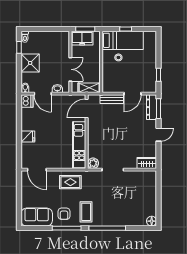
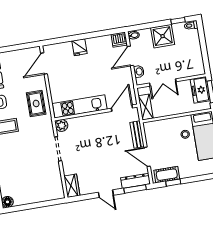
cot: (151, 79) -> (167, 175), added
door: (87, 108) -> (122, 108), hinge flipped

